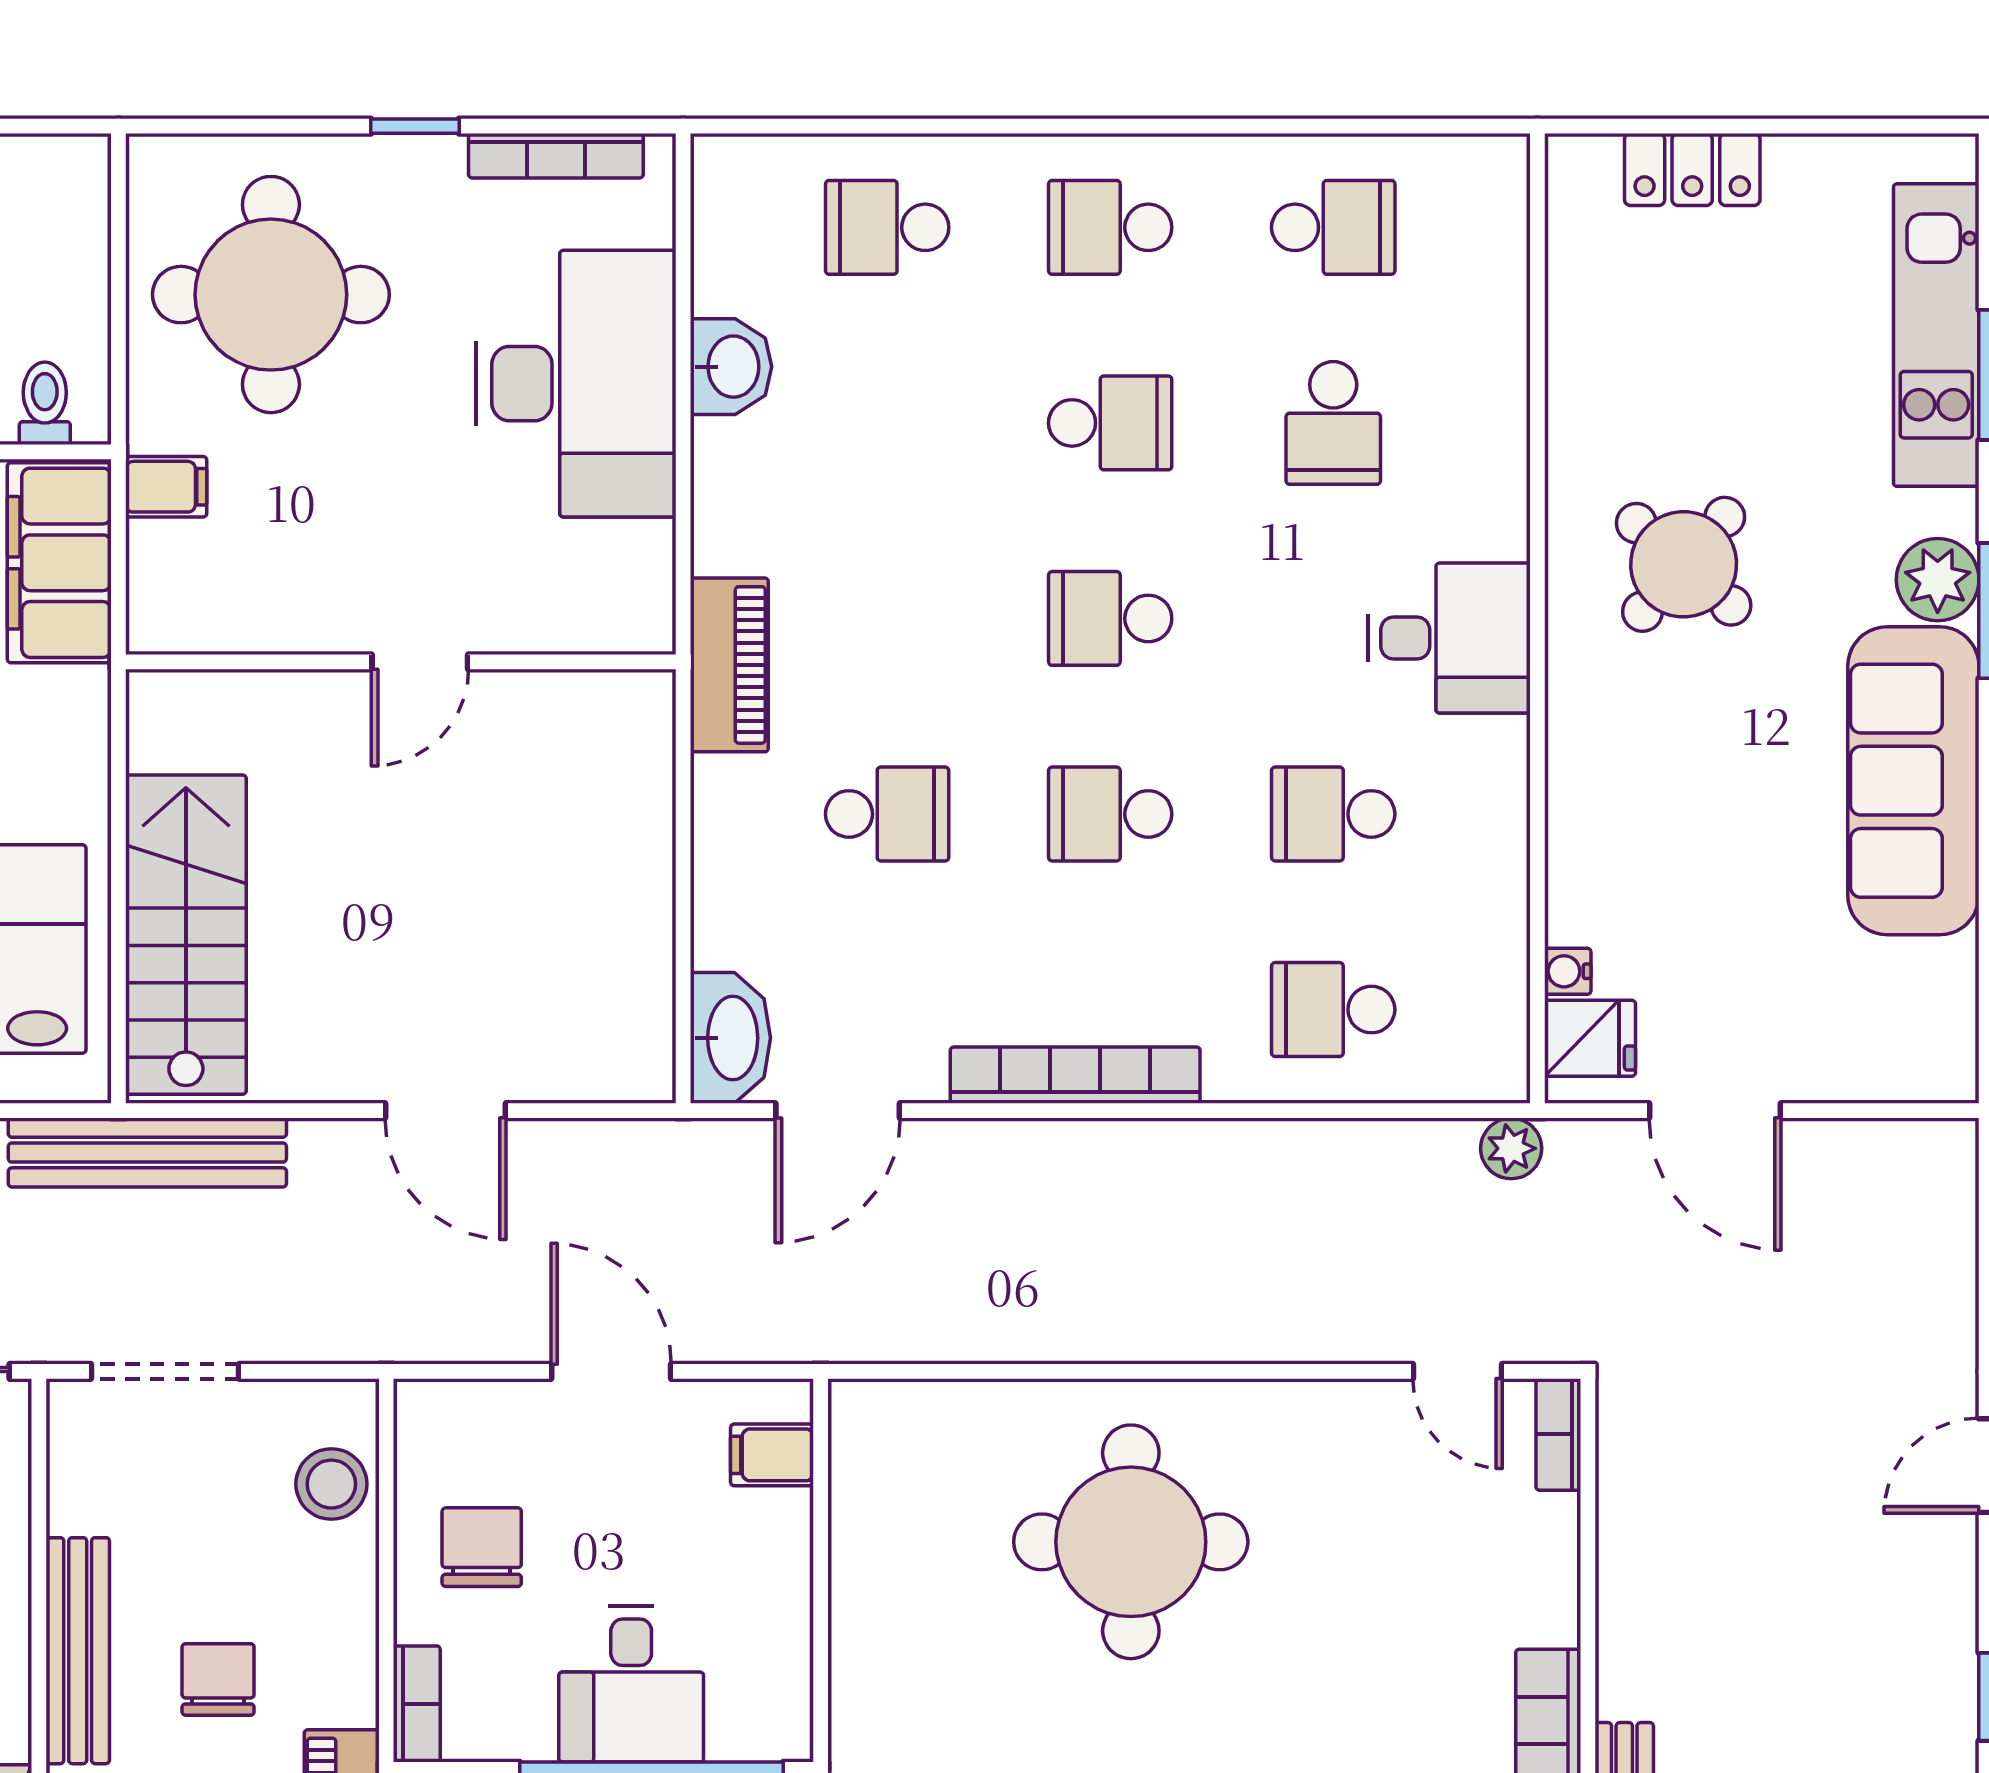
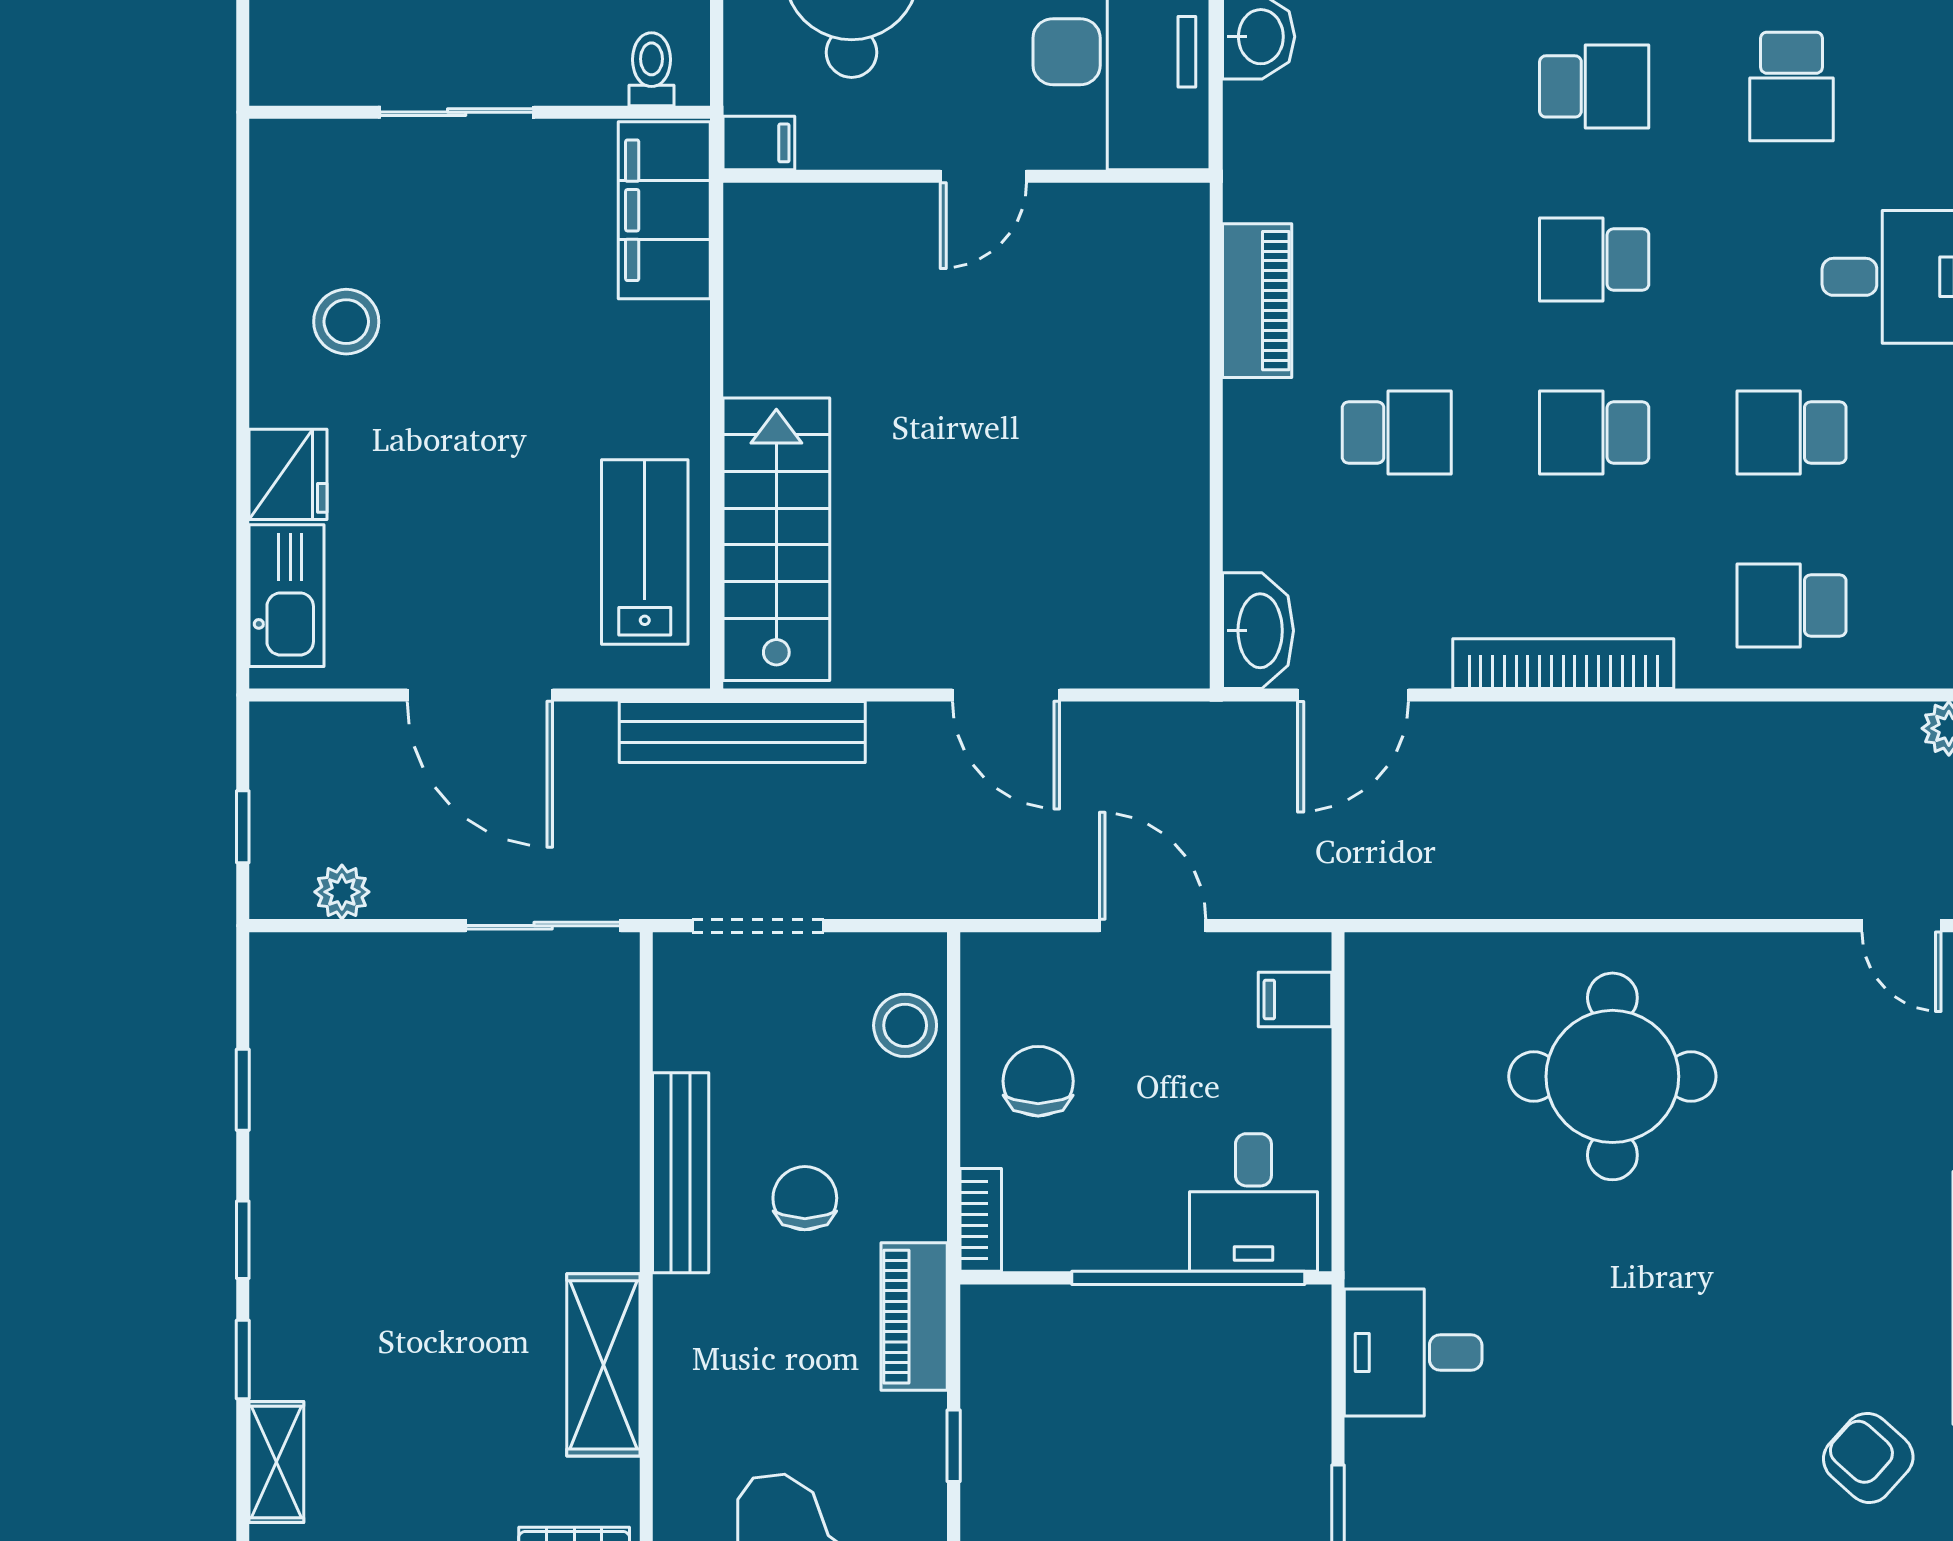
wall: (401, 662) -> (966, 176), moved
door: (420, 662) -> (983, 176), moved
desk: (631, 1684) -> (1253, 1203), moved

